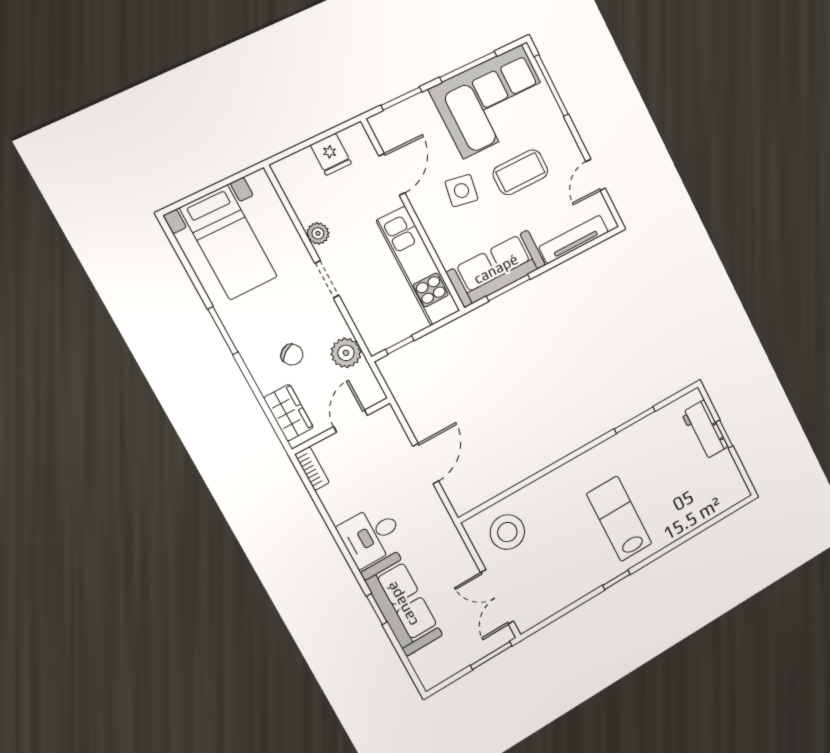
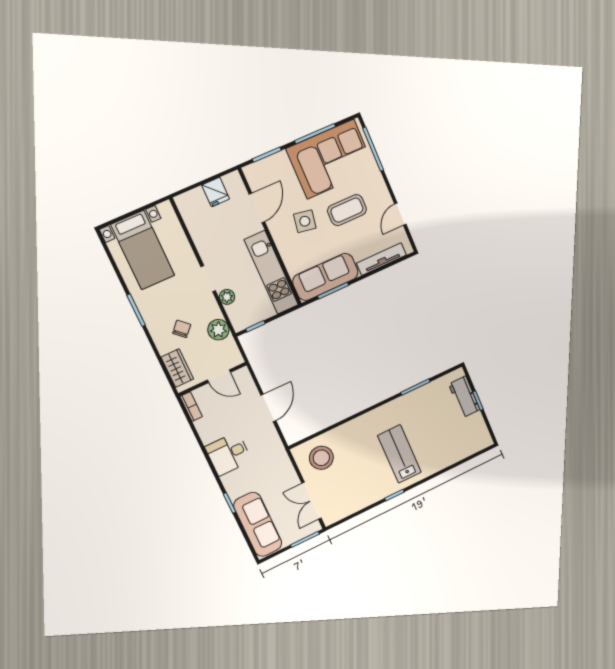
plant: (318, 233) -> (227, 297), moved
chair: (292, 355) -> (182, 329), turned -102
door: (351, 421) -> (219, 376), swing flipped
sofa: (402, 604) -> (258, 524), moved

